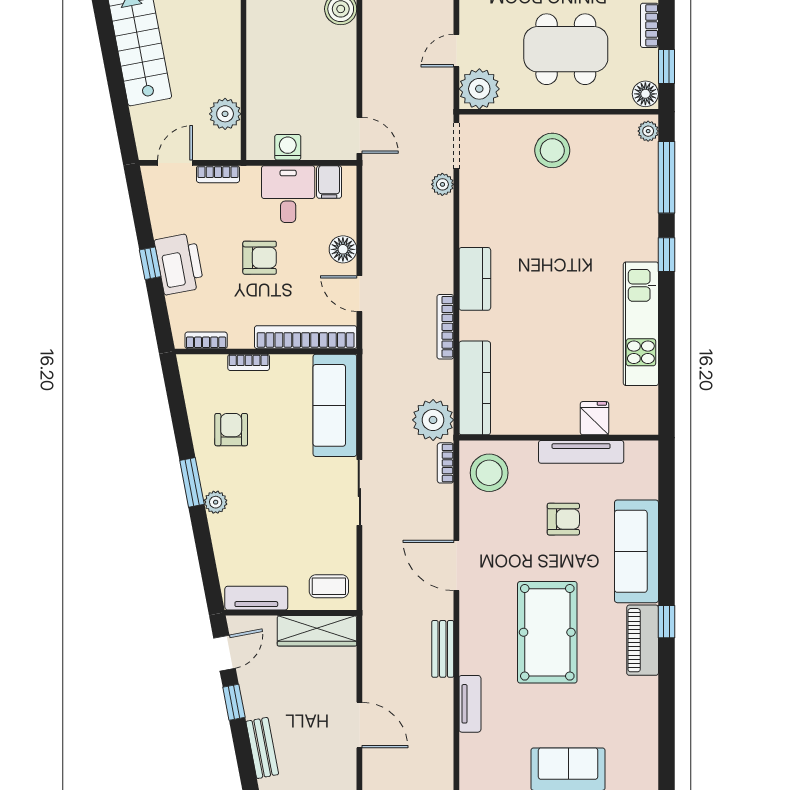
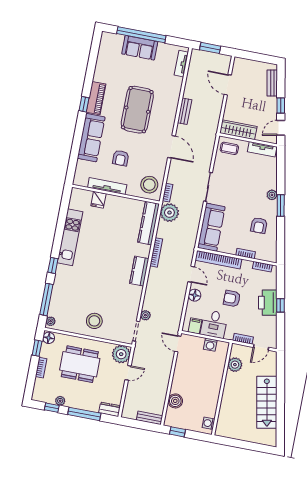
armchair: (563, 519) -> (121, 158), turned -90
tv unit: (470, 704) -> (181, 64), moved

